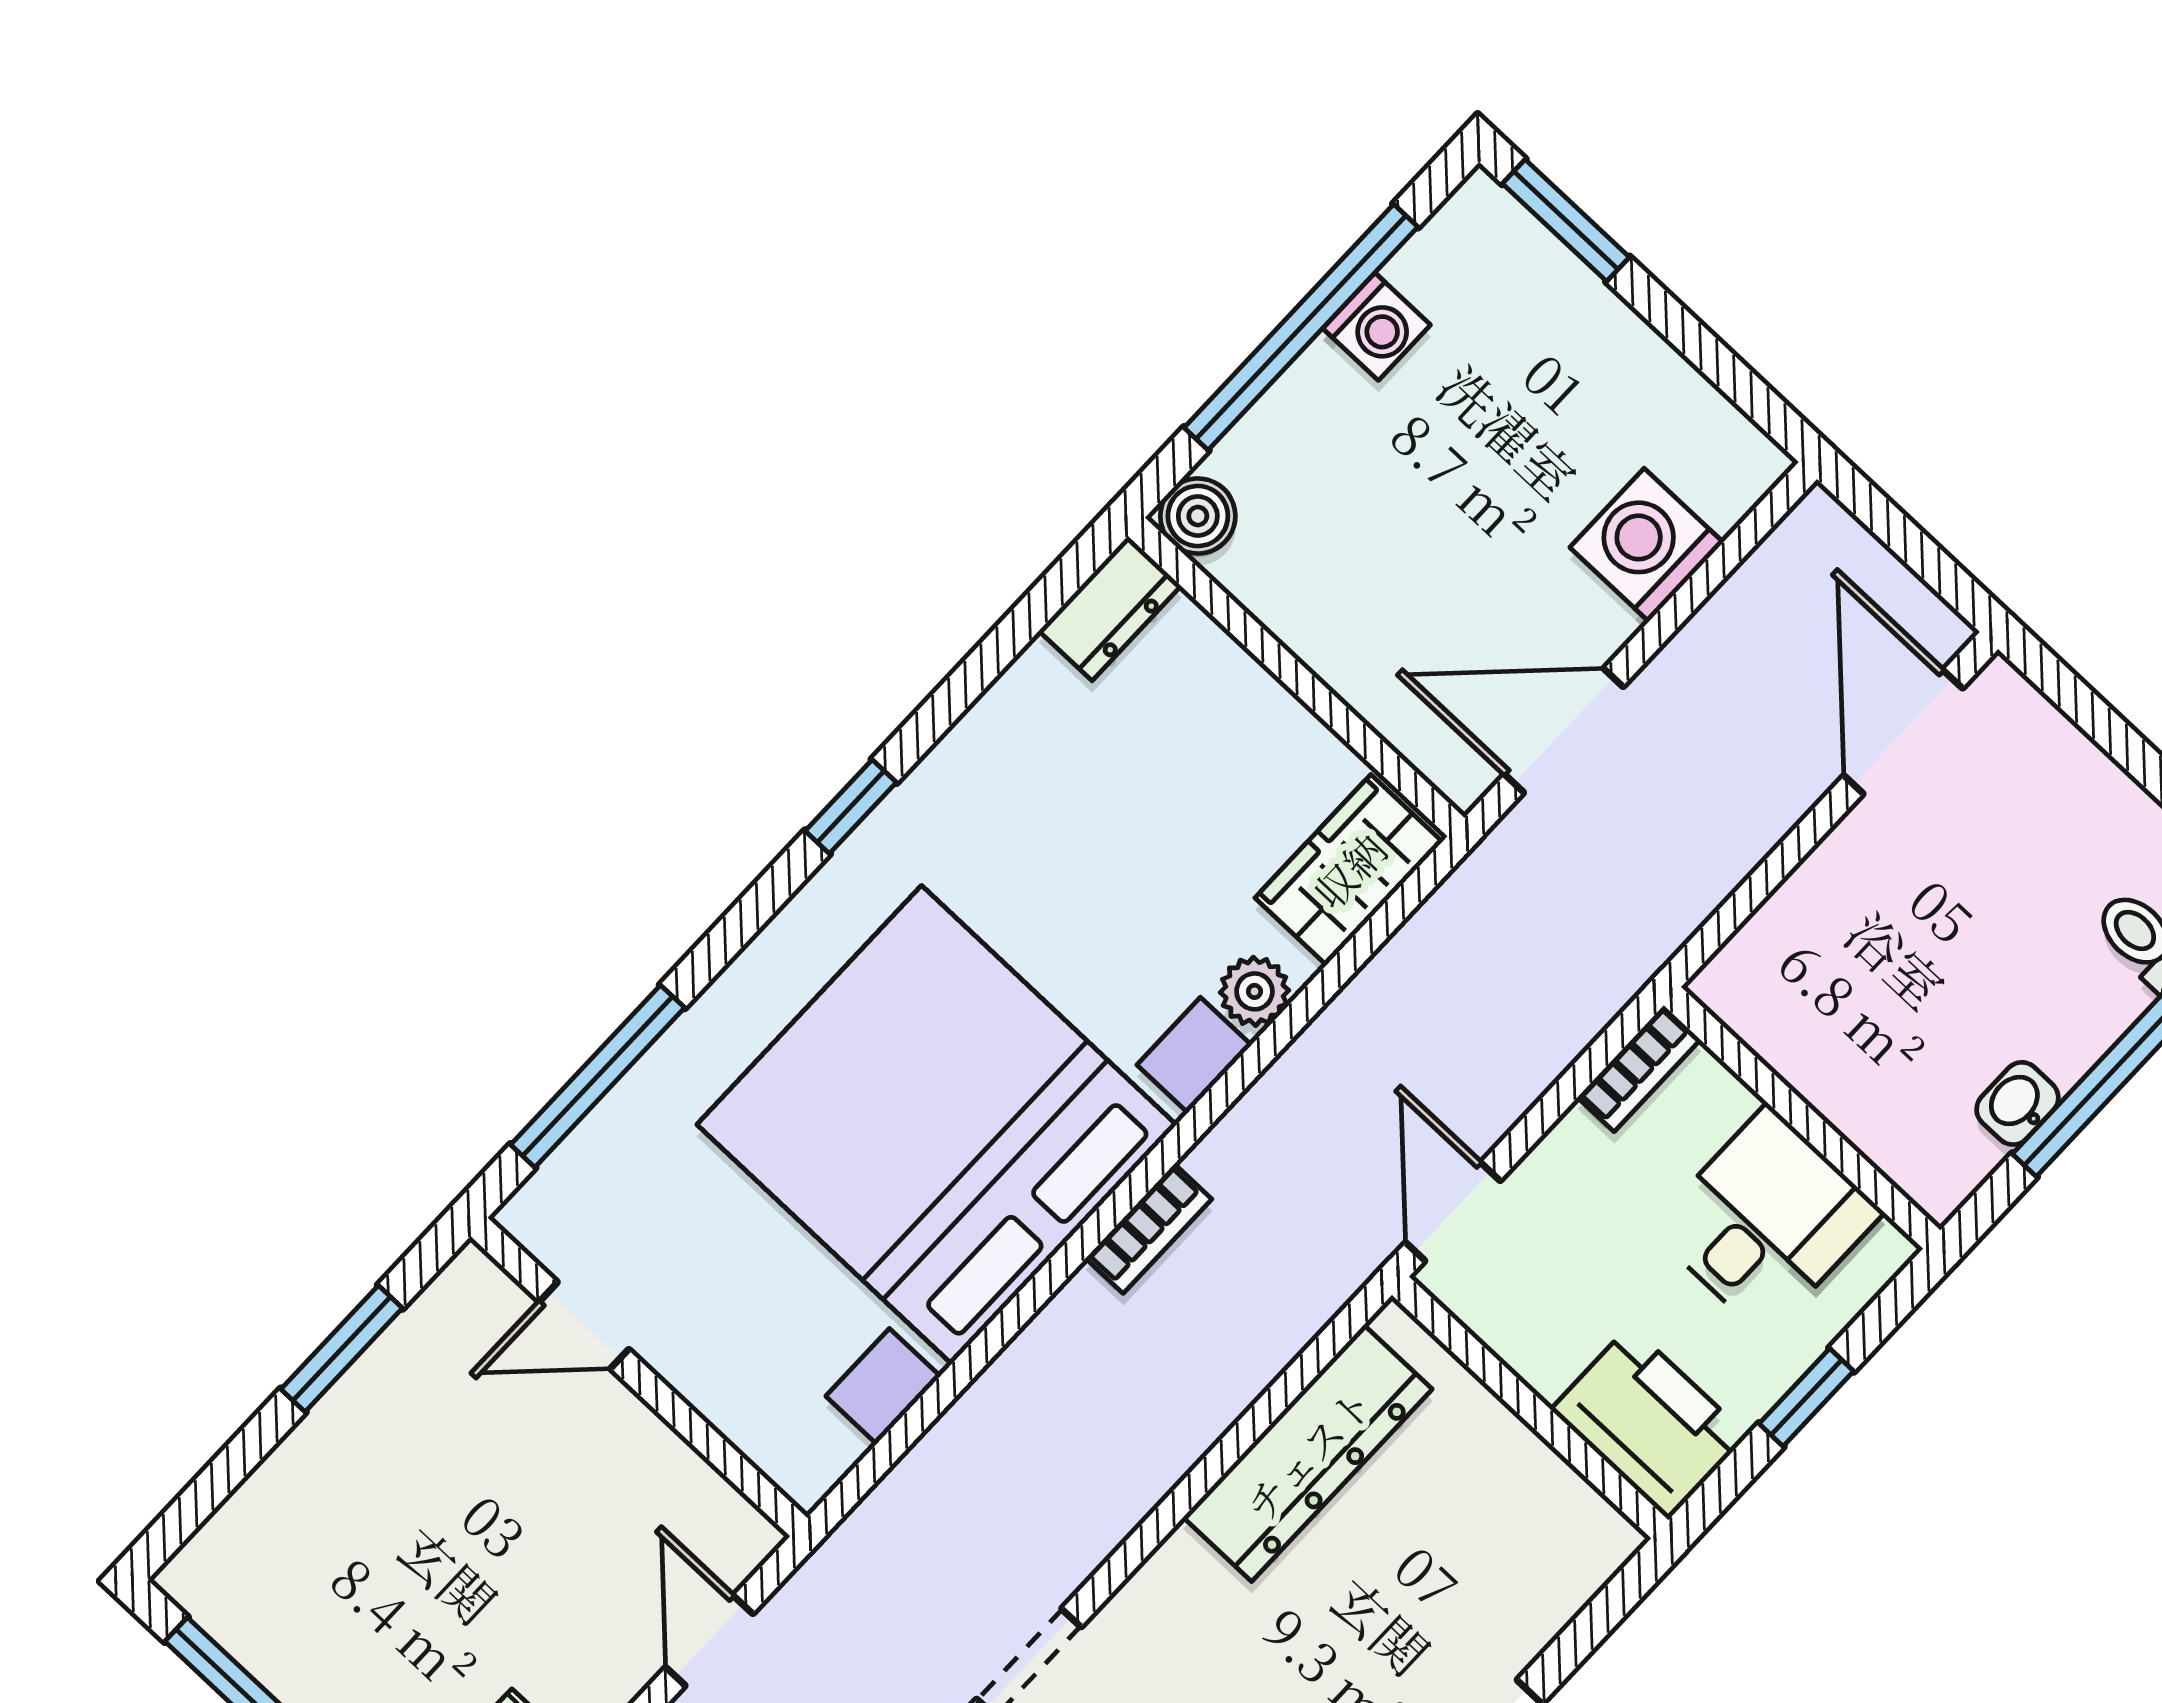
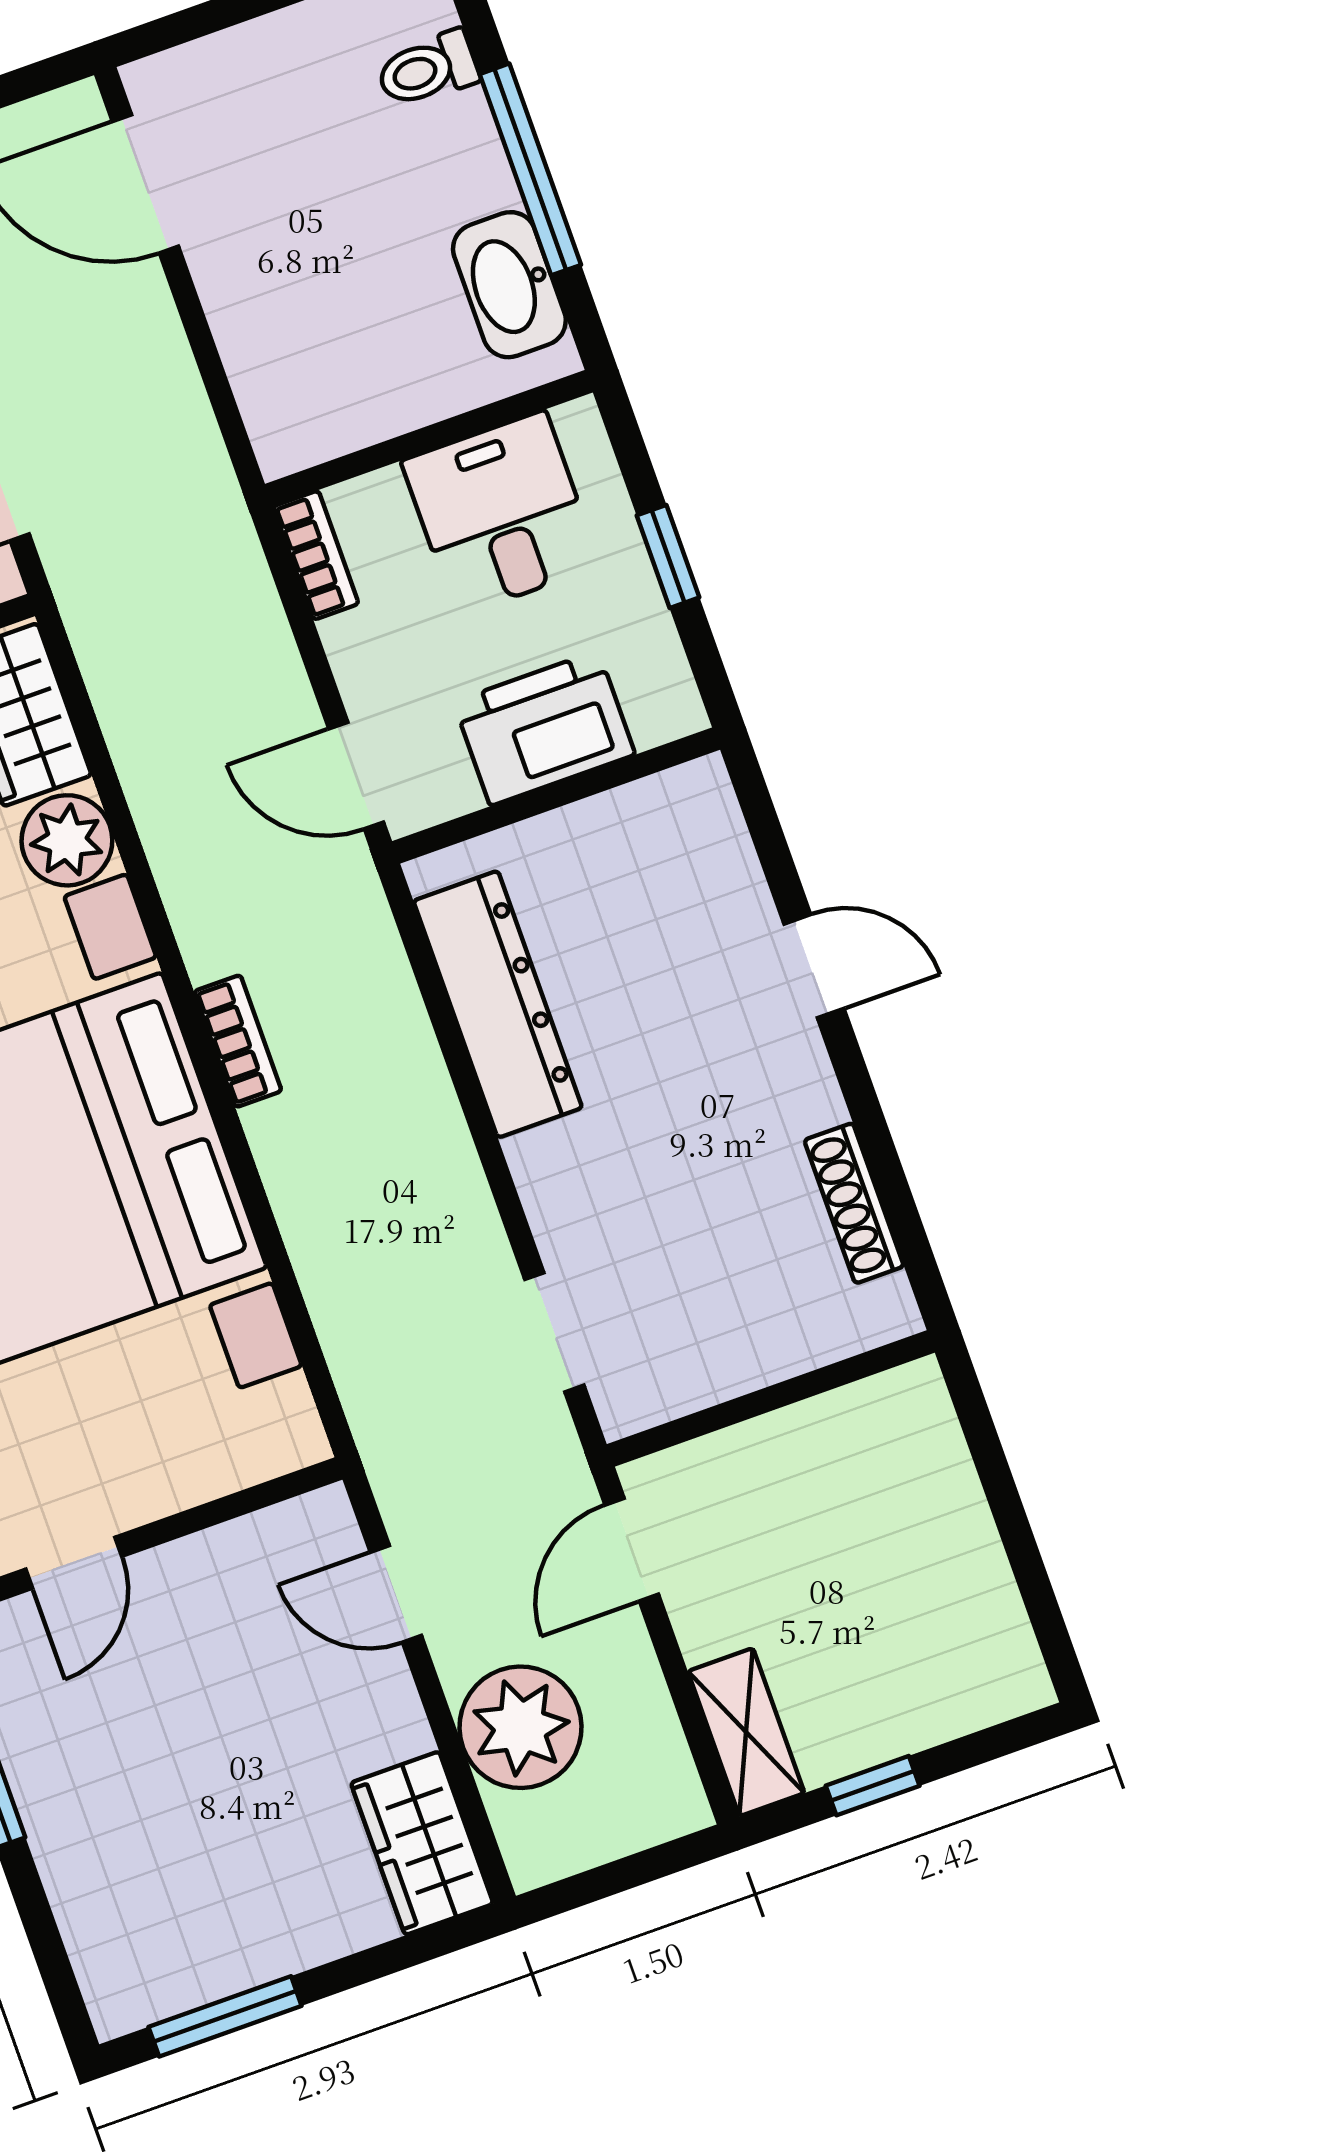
plant: (1255, 991) -> (67, 840), width x1.38, depth x1.38
washbasin: (2017, 1103) -> (509, 285), width x1.91, depth x1.45
printer: (1649, 1422) -> (544, 728), moved

